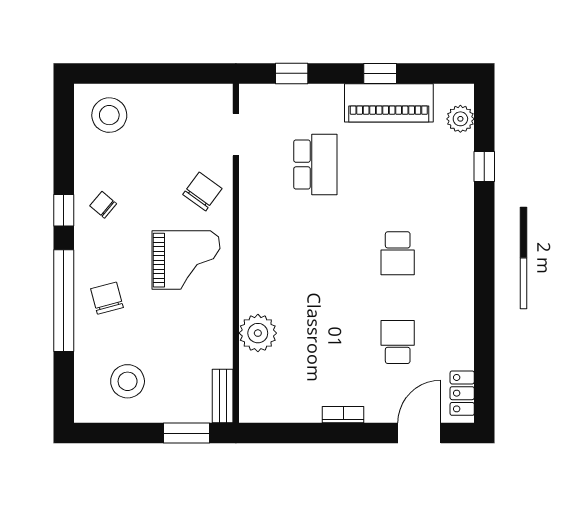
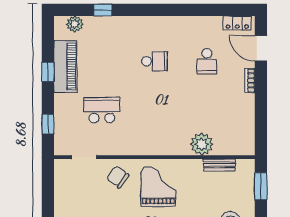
school desk: (398, 342) -> (207, 61), turned -90
bench: (223, 396) -> (219, 165), moved
bookcase: (343, 415) -> (250, 80), moved

